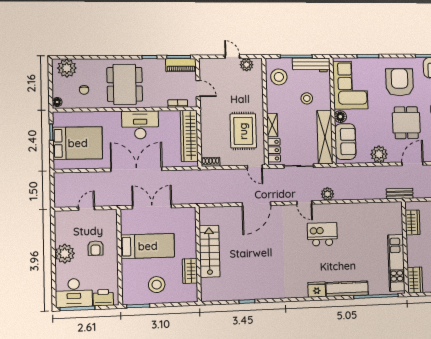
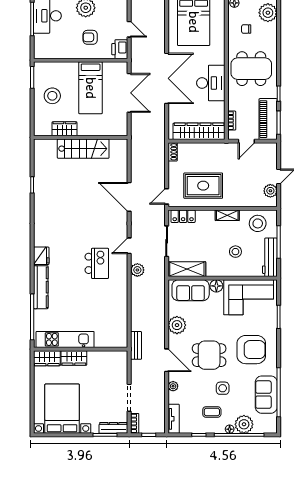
piano: (181, 65) -> (268, 119), width x1.37, depth x1.33
shelving: (272, 125) -> (227, 215), moved
shelving: (325, 137) -> (187, 269), width x0.68
wardrobe: (412, 222) -> (74, 358), moved
printer: (103, 298) -> (120, 49), moved, turned 180

